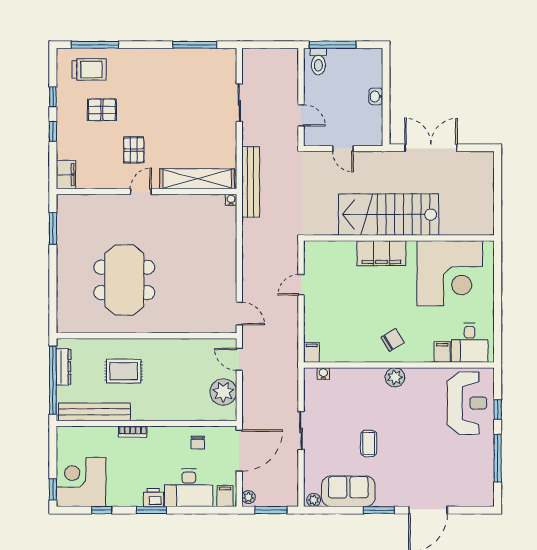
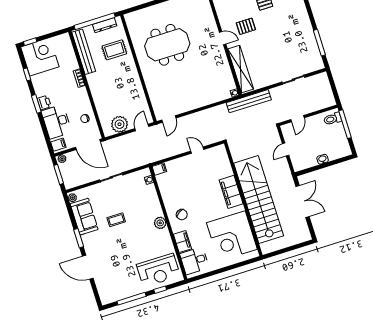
stairs: (389, 215) -> (259, 200), width x1.36
filing cabinet: (442, 352) -> (182, 241), width x2.00
rug: (124, 371) -> (114, 50), moved, turned 90

